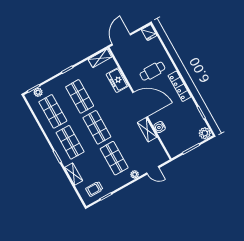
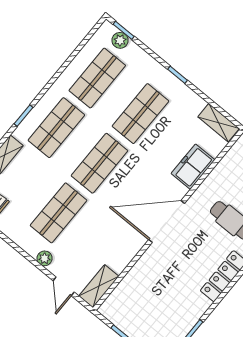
door: (140, 105) -> (167, 222), swing flipped
water cooler: (160, 127) -> (141, 269), removed
shelving: (147, 130) -> (99, 286), moved

